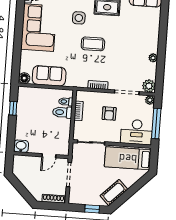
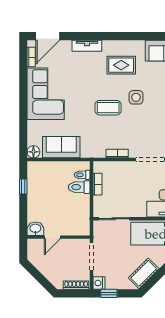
side table: (79, 18) -> (136, 97), moved
armchair: (109, 114) -> (132, 185), removed
door: (49, 156) -> (52, 237), moved
nightstand: (74, 198) -> (99, 283), added
window: (92, 209) -> (109, 293), moved

